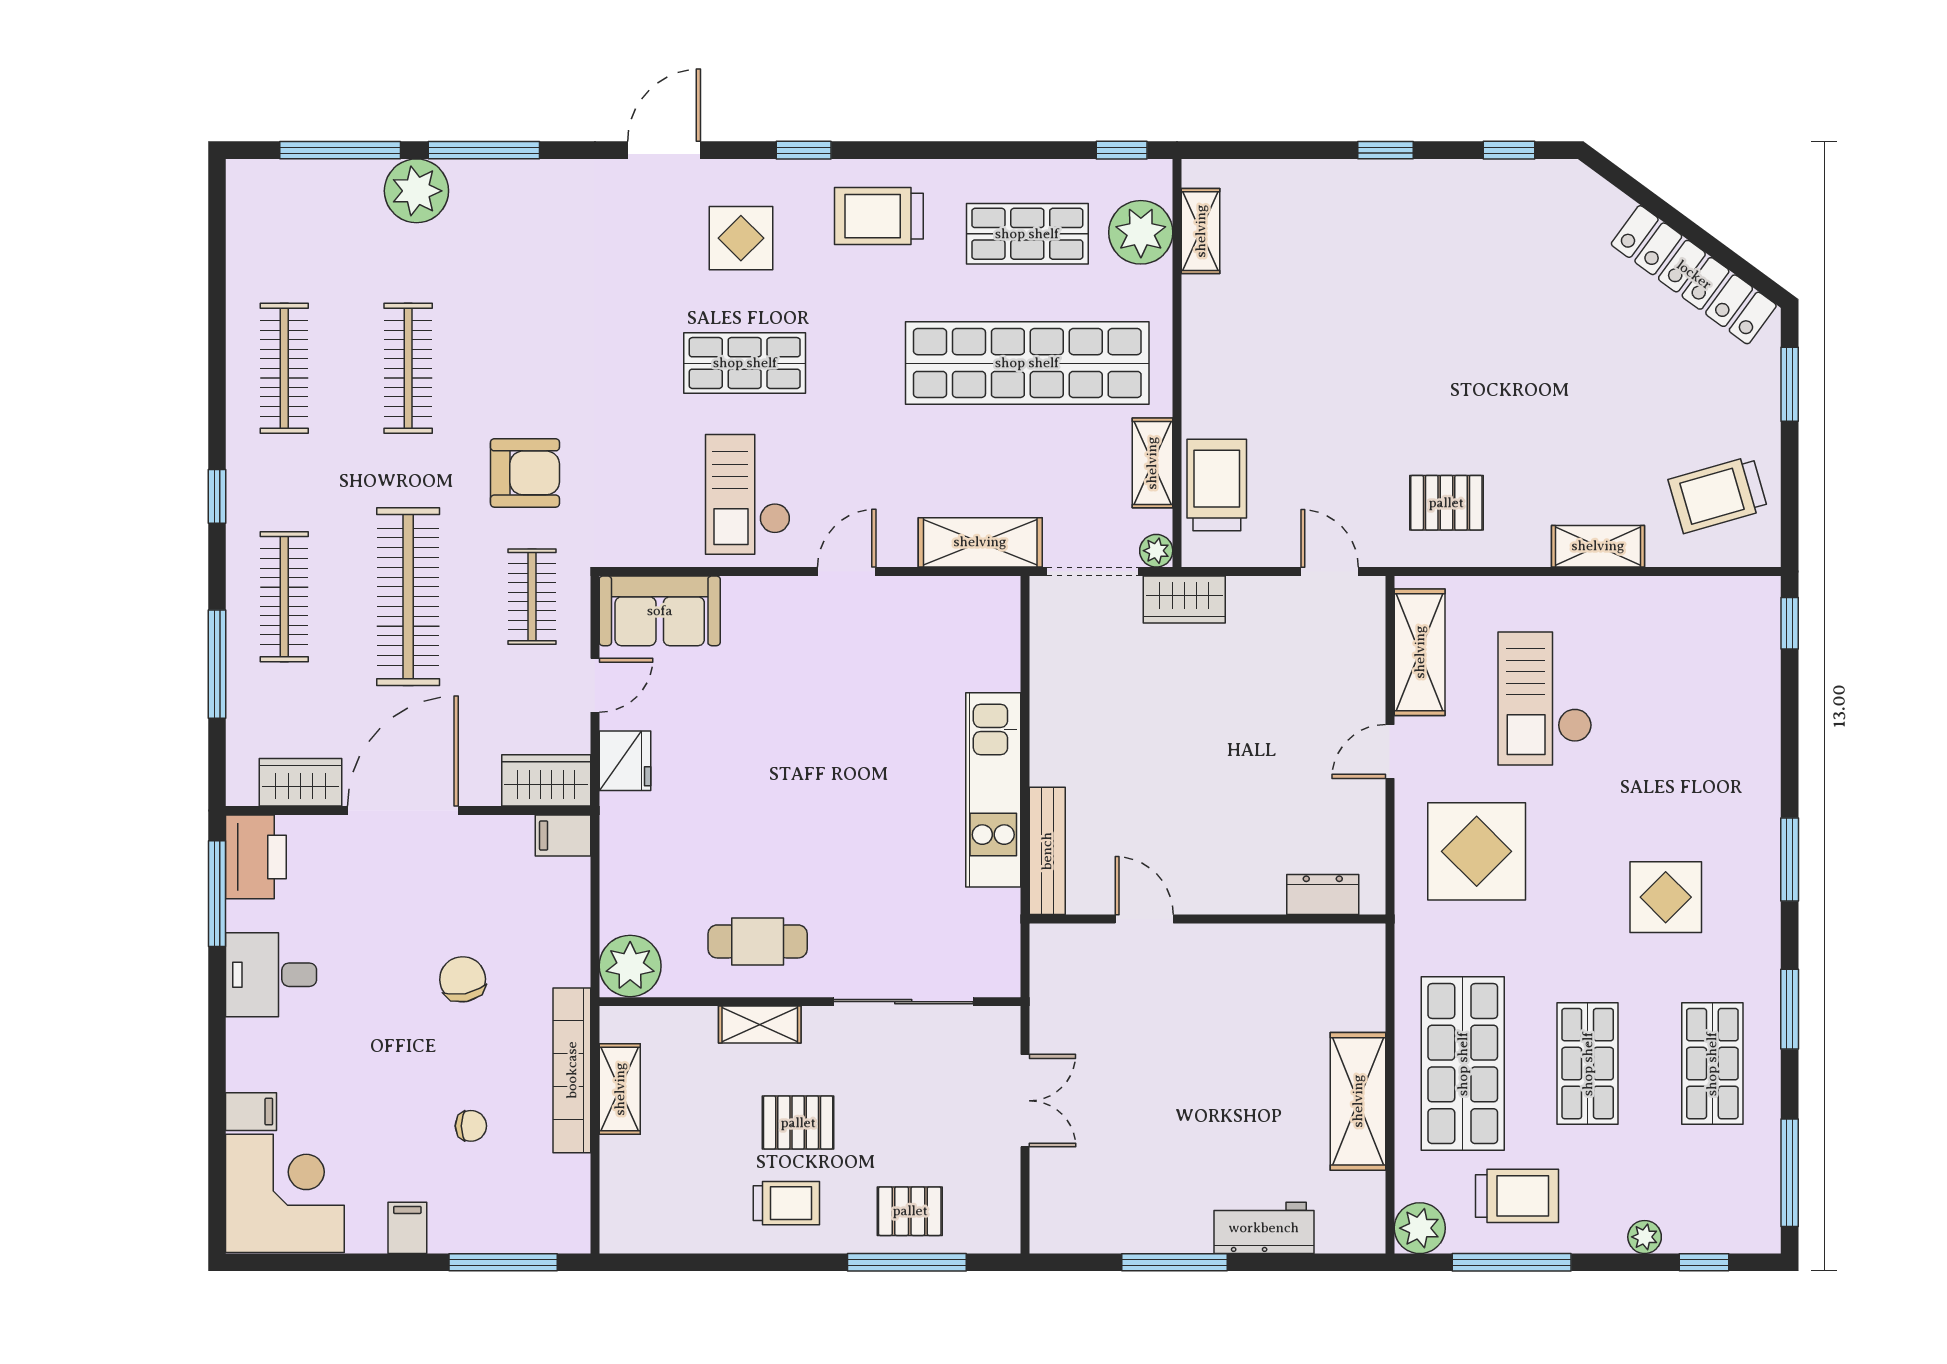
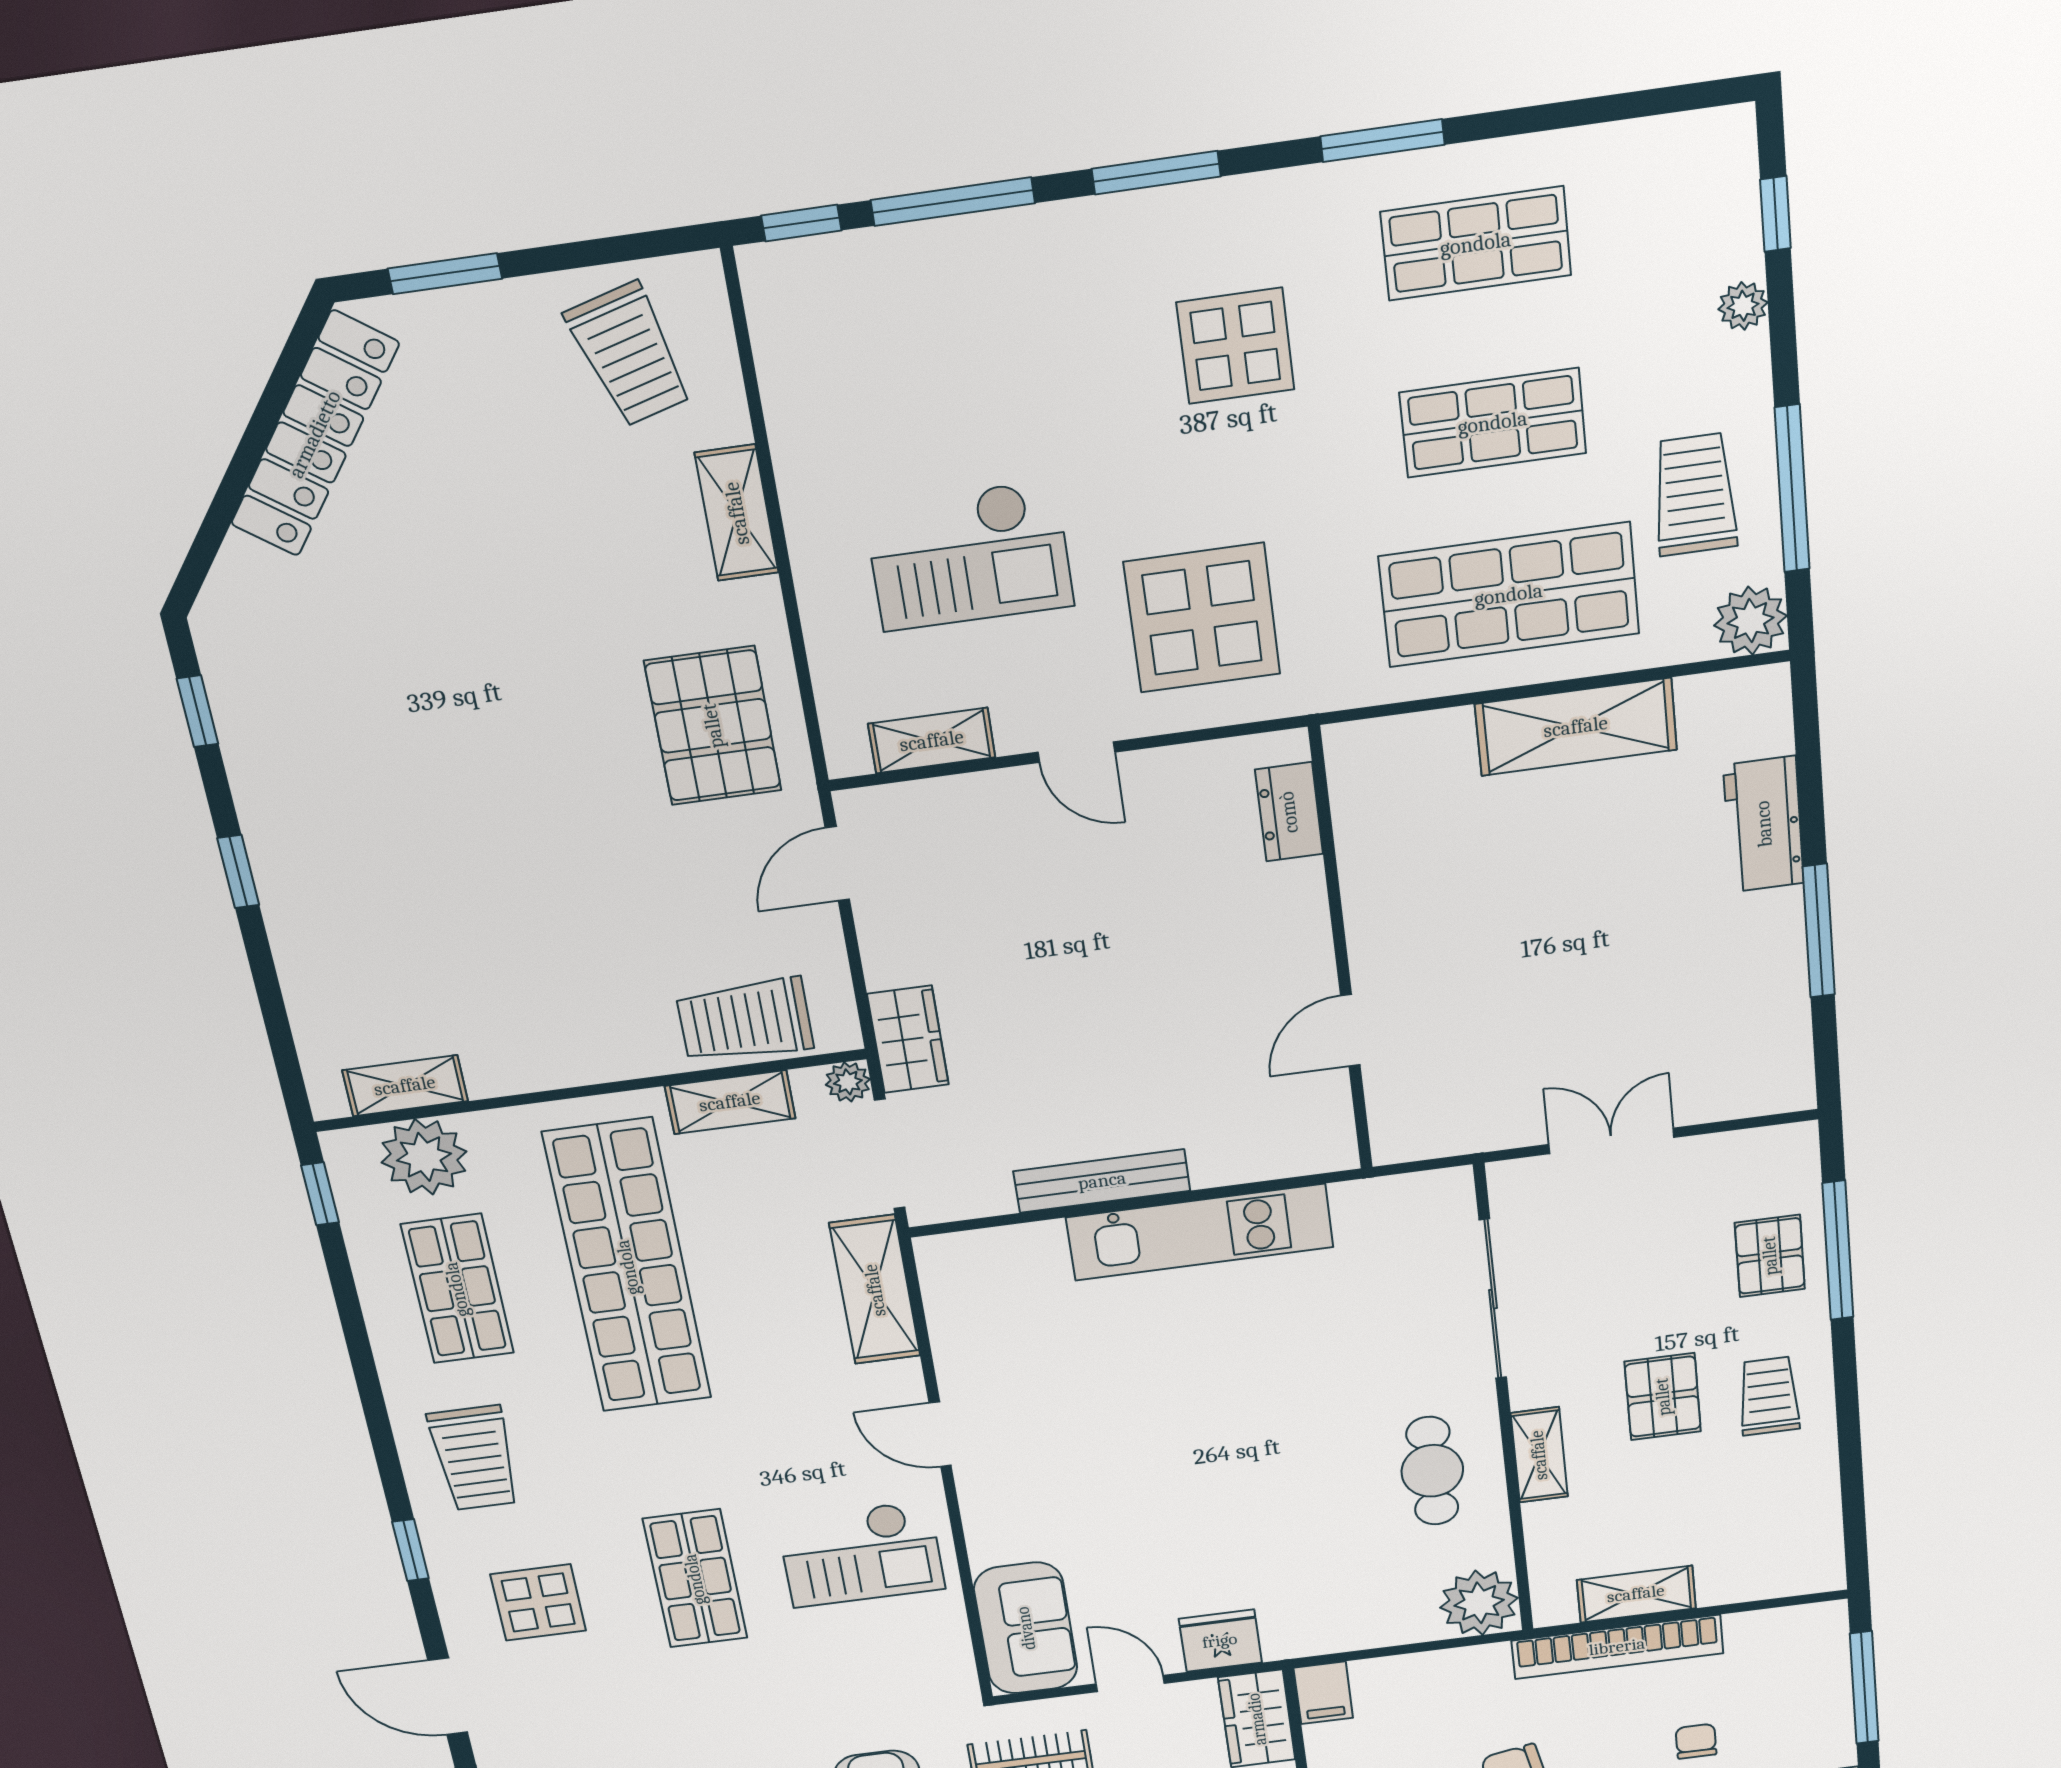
pallet: (1446, 503) -> (713, 726), width x1.50, depth x1.42
shelving: (1420, 652) -> (932, 741), width x0.67, depth x0.75
bench: (1047, 851) -> (1102, 1181), moved
window: (1790, 1173) -> (953, 202), moved

